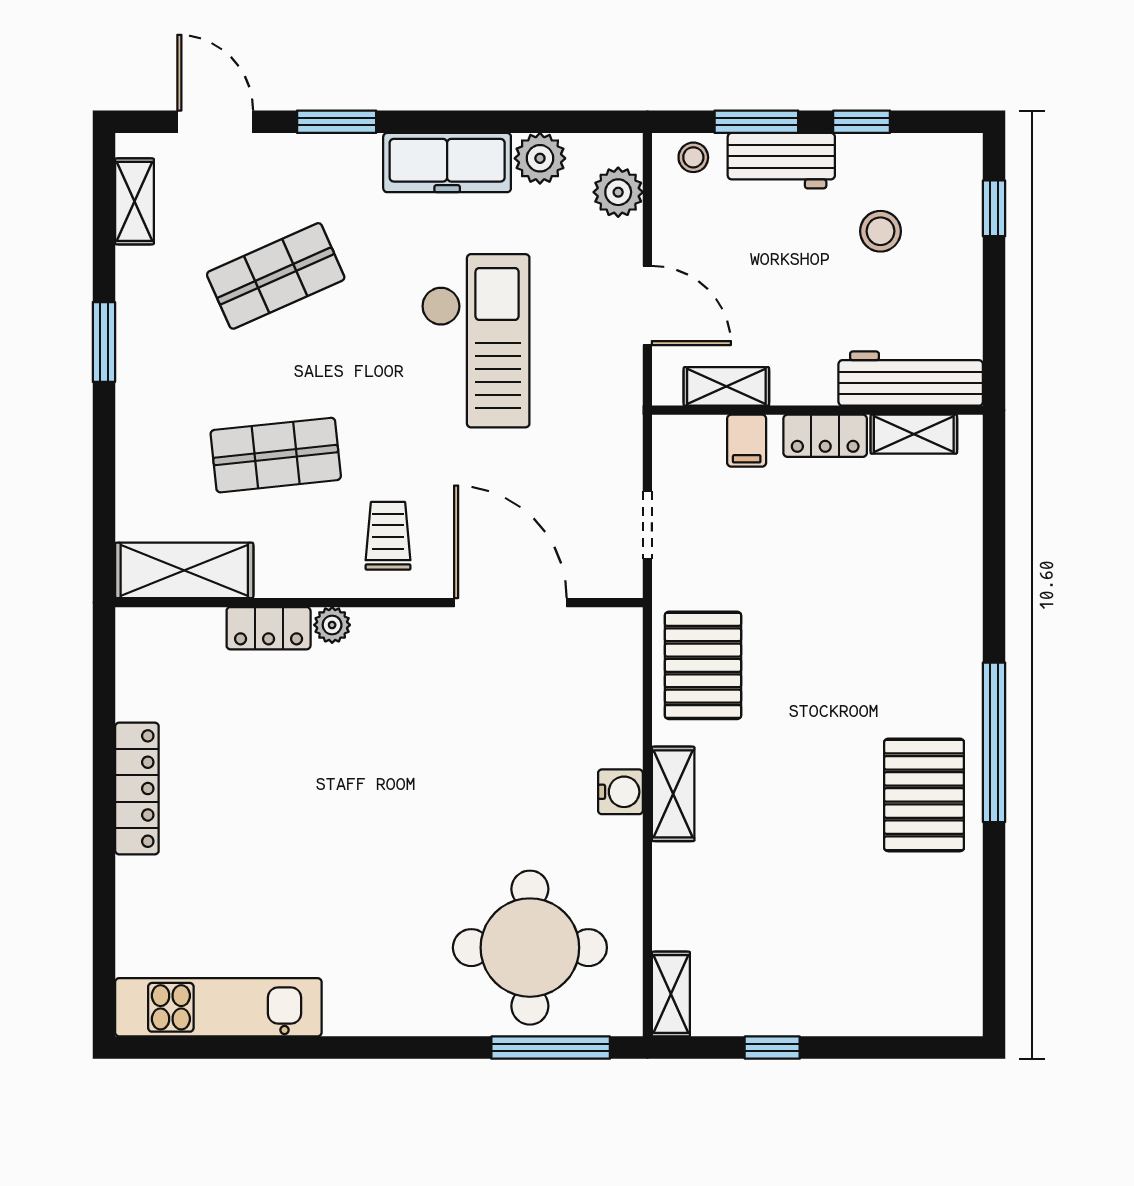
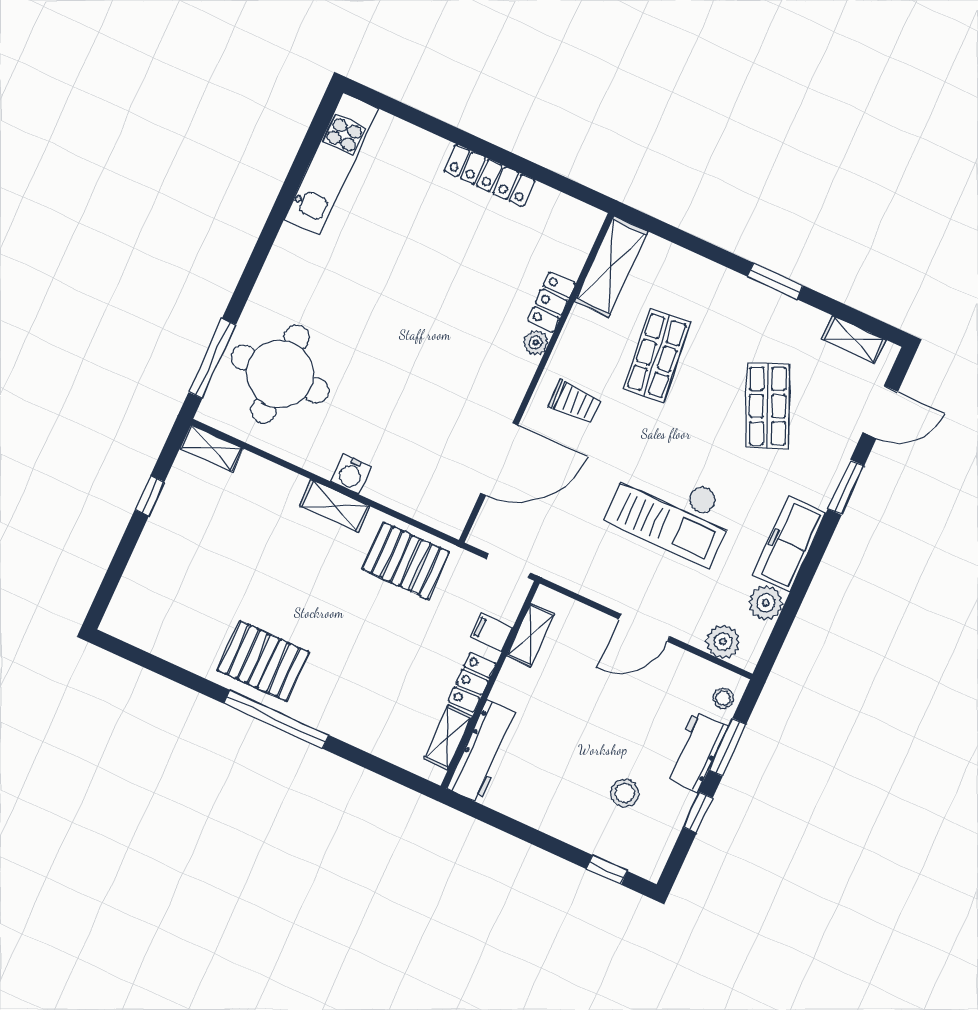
workbench: (911, 379) -> (483, 751), moved
shelving: (726, 386) -> (530, 635), moved
wall: (817, 410) -> (490, 685), moved
shelving: (914, 434) -> (448, 738), moved
locker: (825, 436) -> (472, 682), moved
filing cabinet: (747, 441) -> (491, 632), moved

